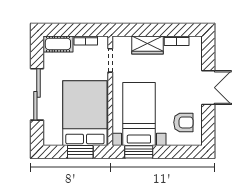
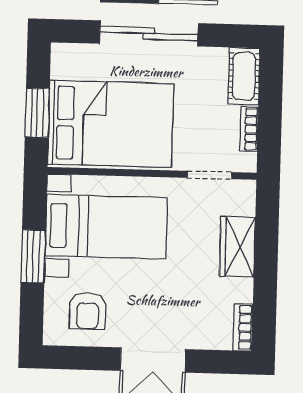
bookcase: (177, 41) -> (243, 327), moved
window: (139, 152) -> (33, 256), moved

